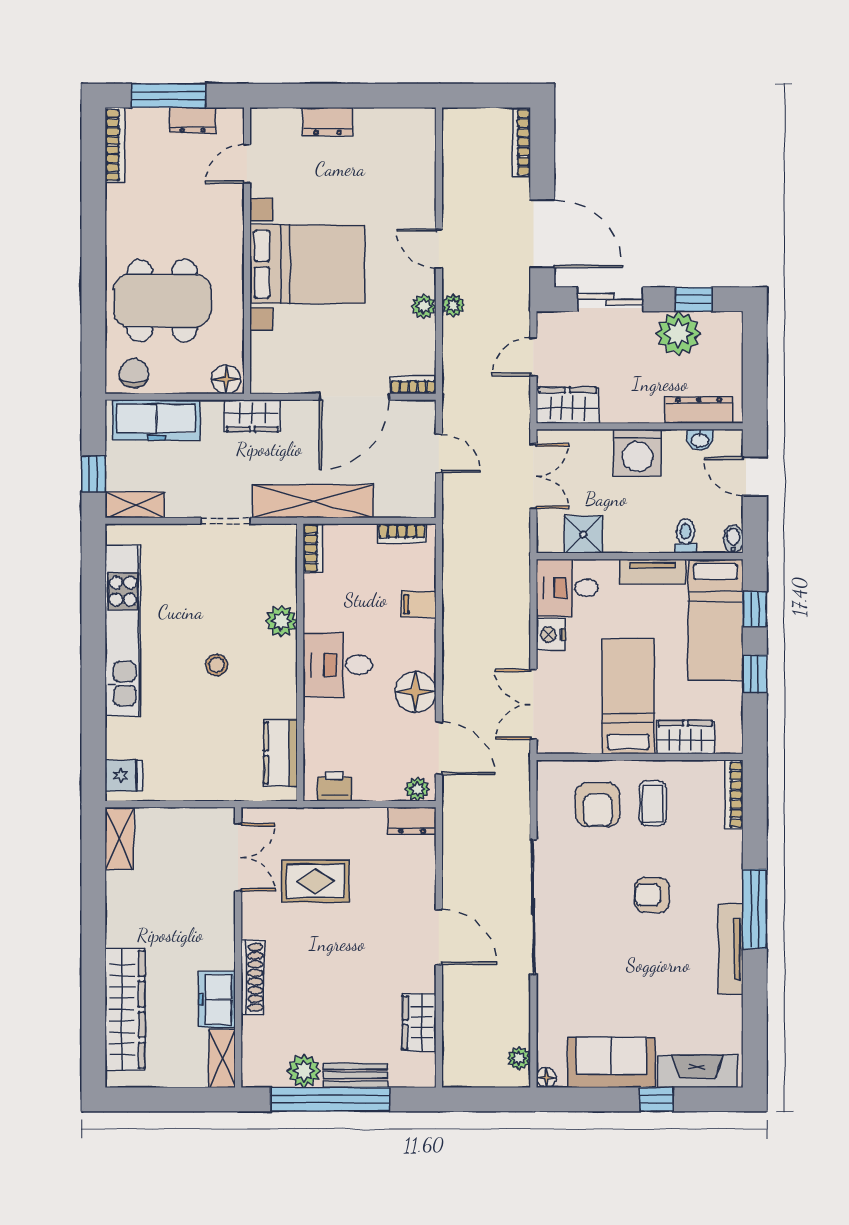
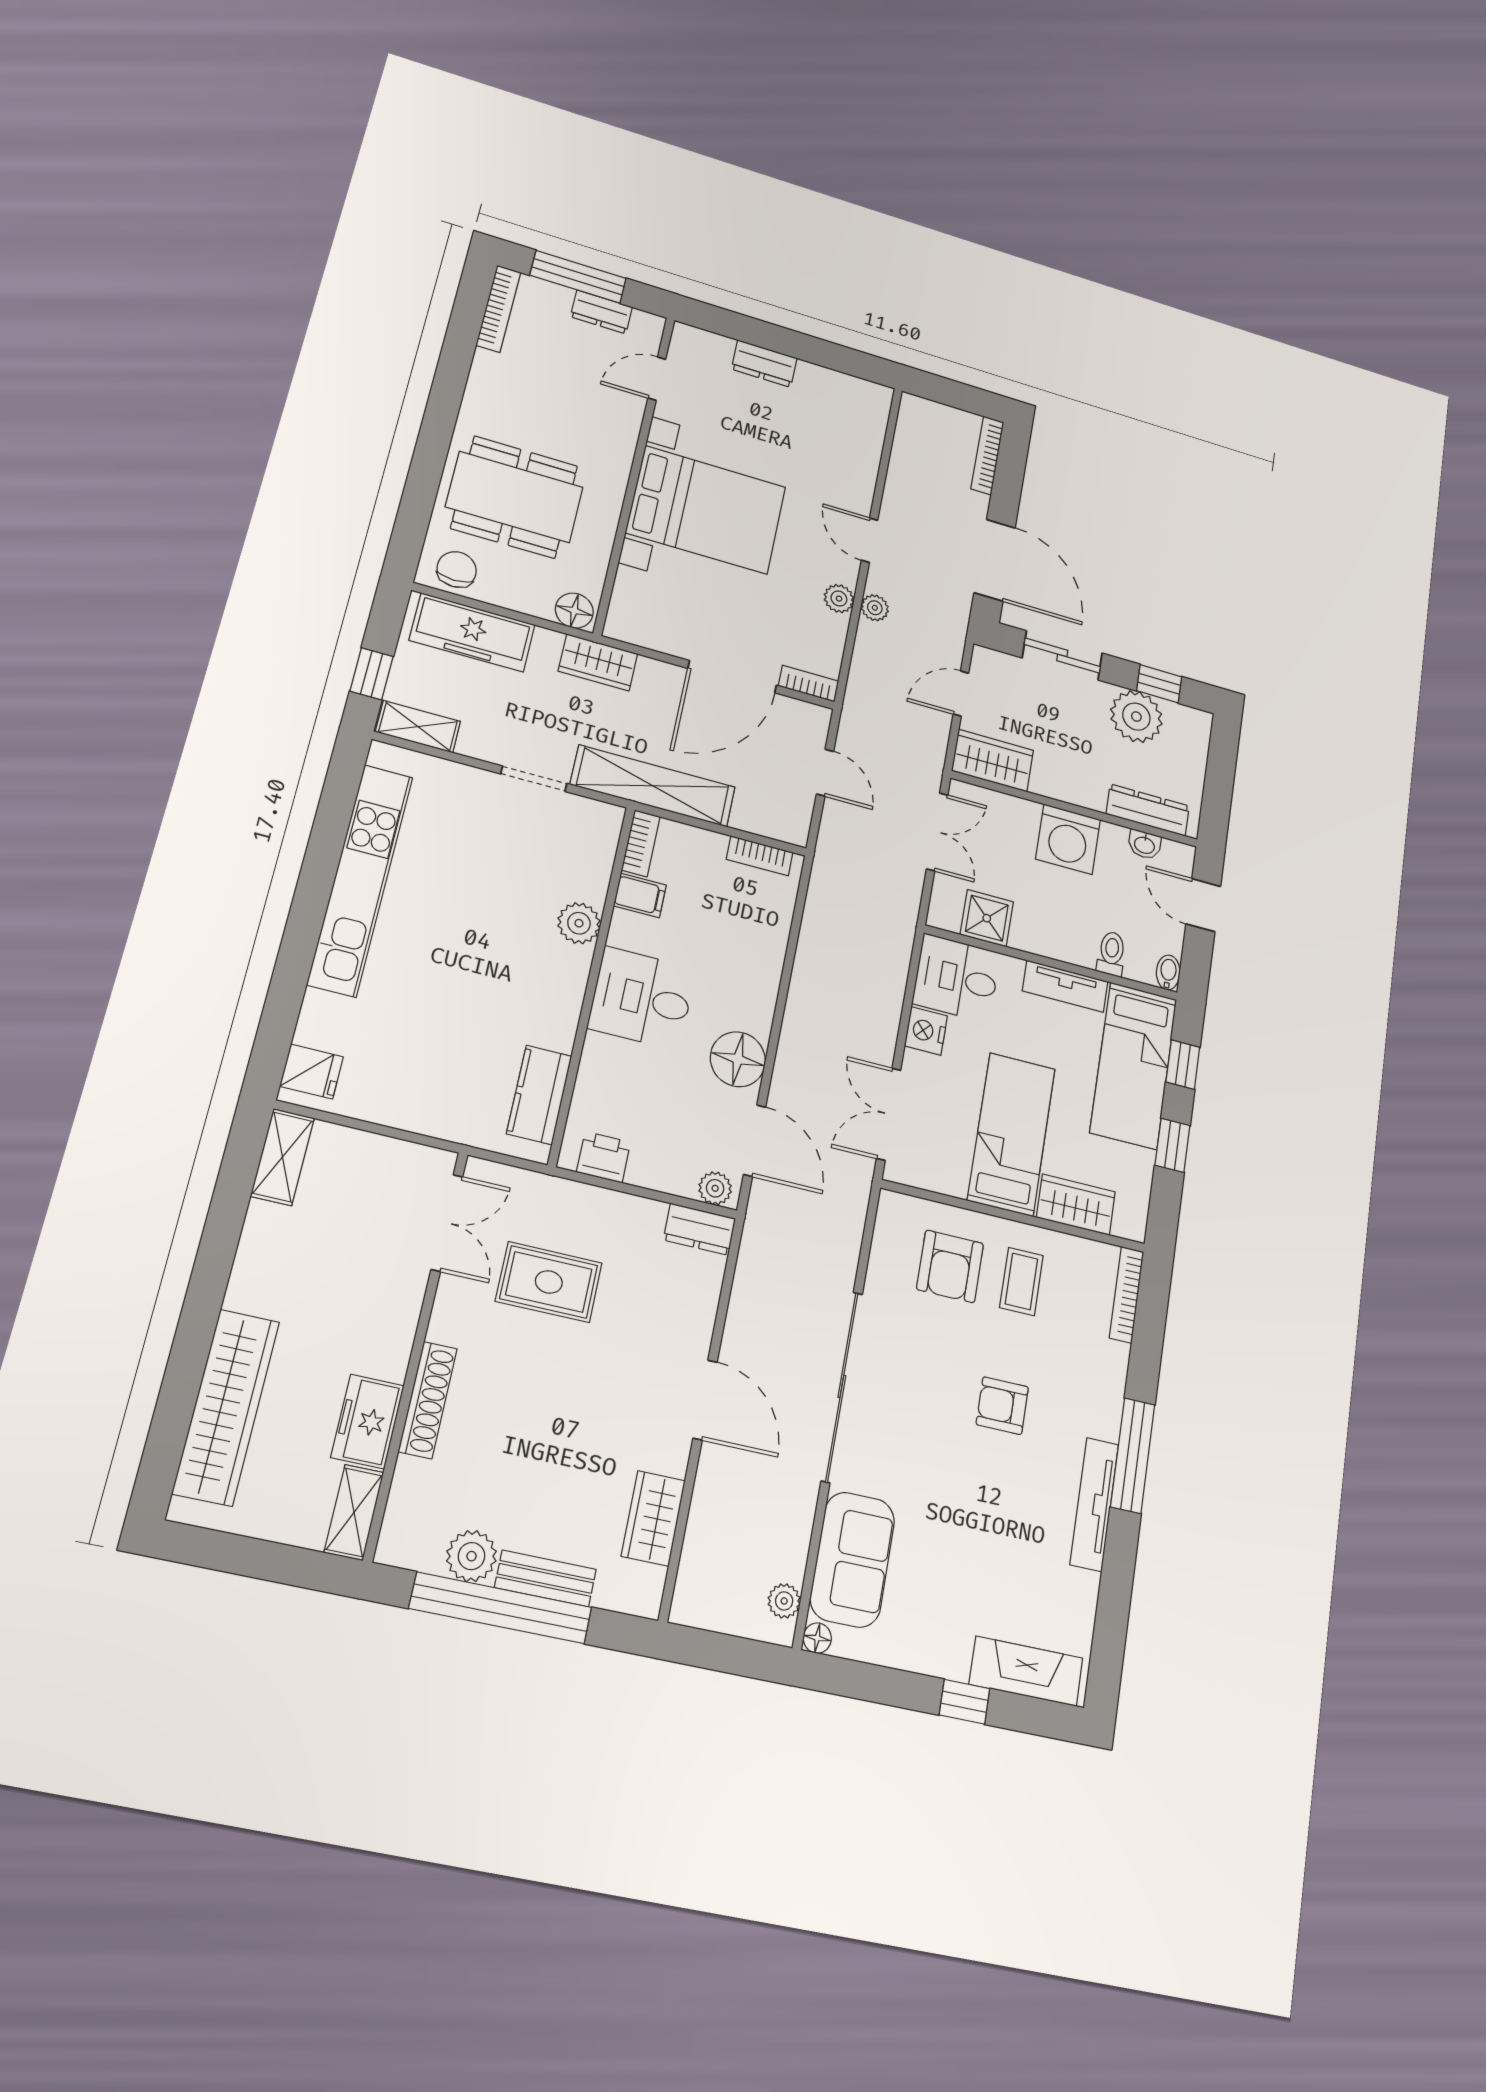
filing cabinet: (418, 604) -> (640, 895), moved, turned 180
stool: (217, 665) -> (478, 957), removed
sofa: (611, 1062) -> (852, 1559), moved, turned 90

